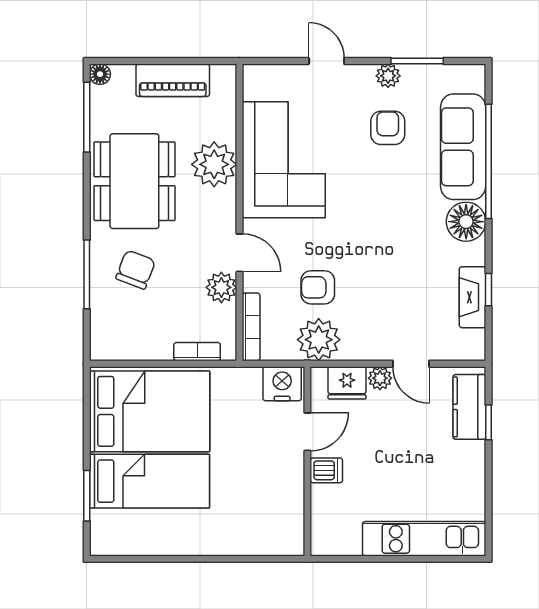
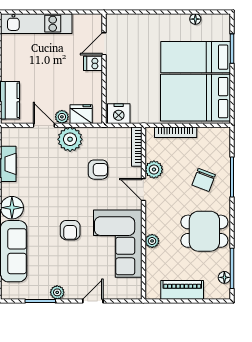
door: (327, 61) -> (93, 301), swing flipped
floor lamp: (100, 74) -> (224, 277), moved
armchair: (388, 128) -> (70, 230), moved
plant: (214, 164) -> (152, 241), width x0.53, depth x0.53
dining table: (134, 181) -> (204, 231), width x0.73
plant: (319, 340) -> (70, 139), moved
bookcase: (197, 352) -> (176, 132), width x1.56
door: (307, 432) -> (104, 44), moved
floor lamp: (150, 547) -> (195, 19), added

